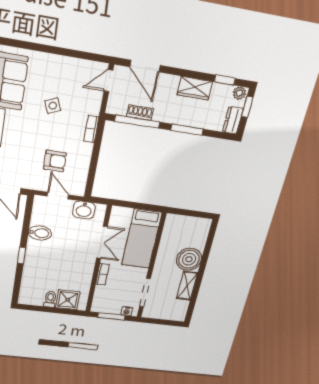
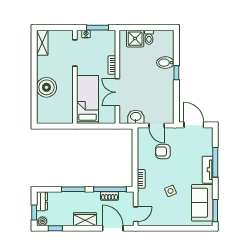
wardrobe: (195, 88) -> (85, 219), moved
bidet: (40, 233) -> (165, 63), moved
shelving: (187, 286) -> (42, 43), moved

